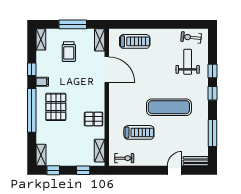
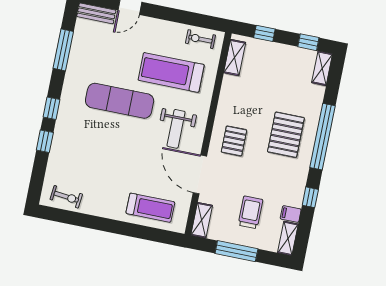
treadmill: (135, 41) -> (150, 208), turned 180
weight bench: (188, 62) -> (176, 129), moved
filing cabinet: (42, 82) -> (291, 214), moved
pallet: (94, 119) -> (234, 141), moved, turned 90
treadmill: (139, 132) -> (171, 72), width x1.37, depth x1.38

